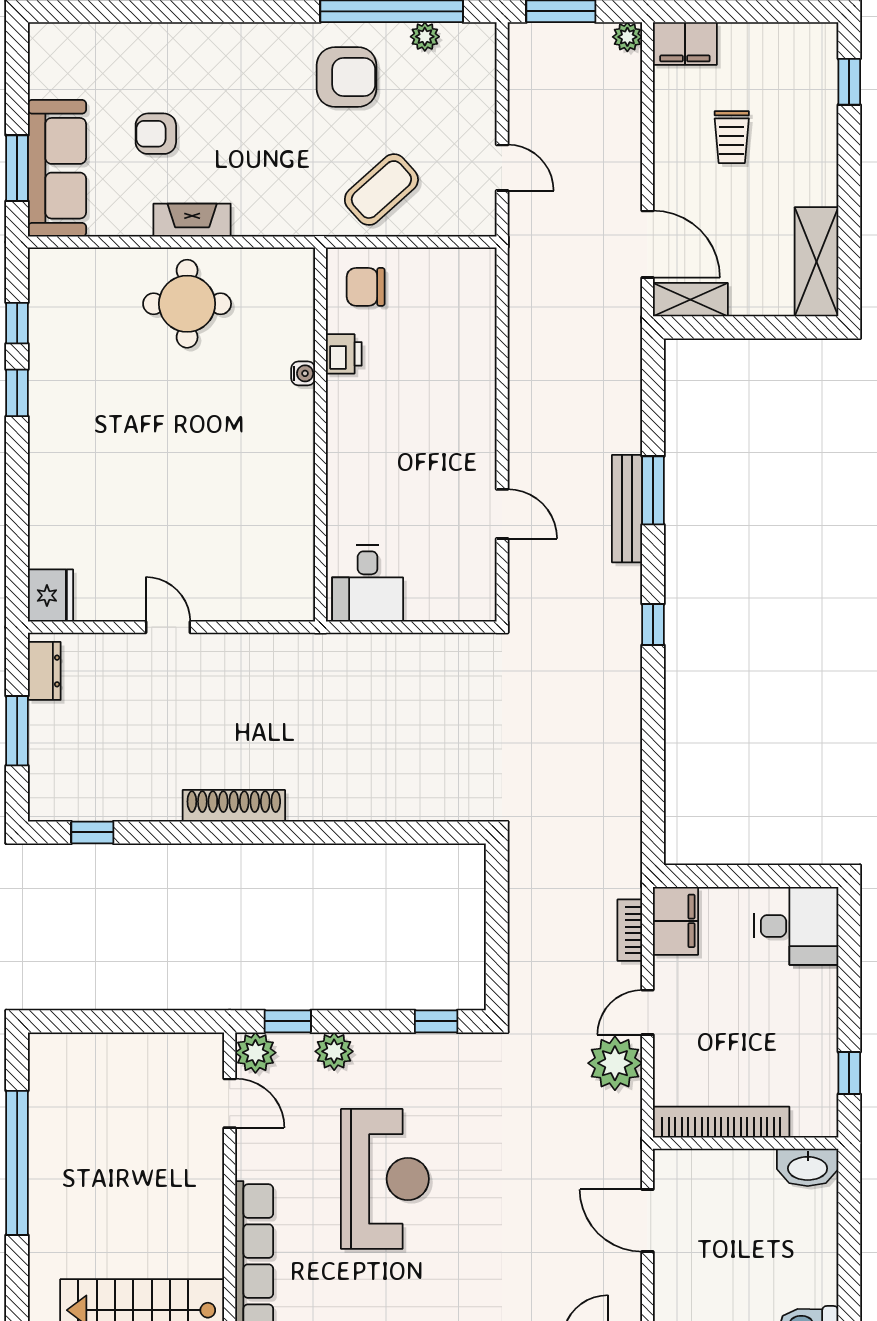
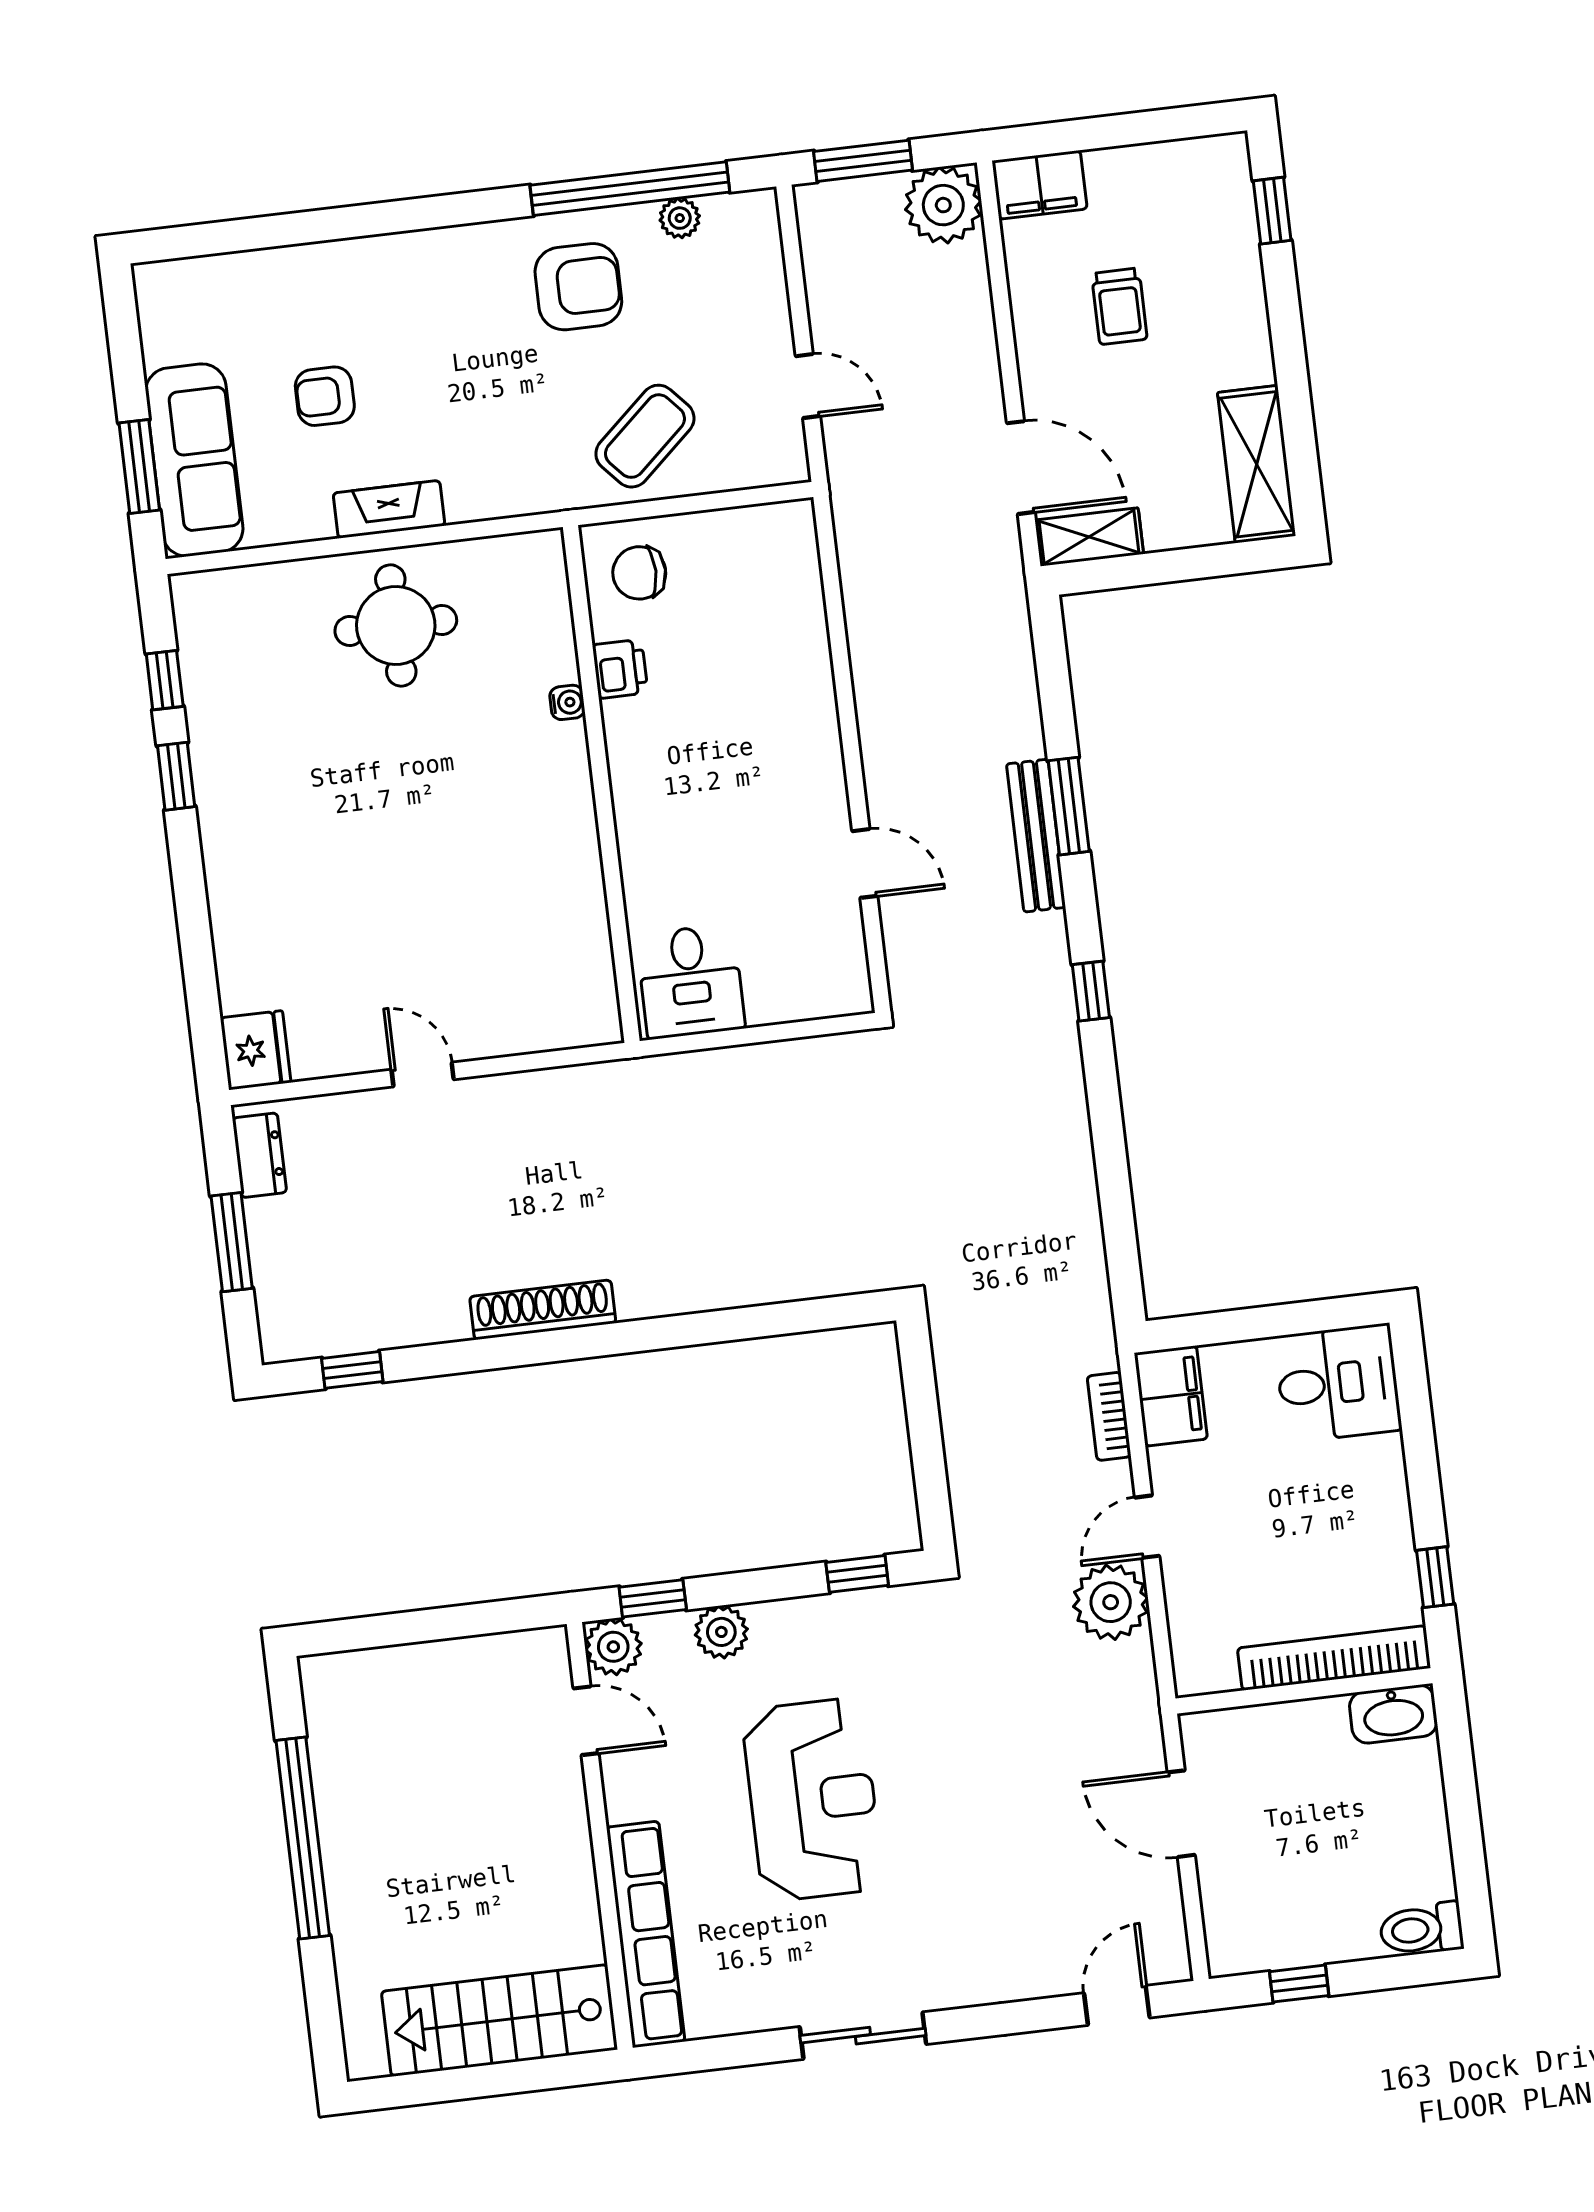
plant: (627, 37) -> (943, 205), width x1.88, depth x1.88
bookcase: (721, 1122) -> (1334, 1658), moved

